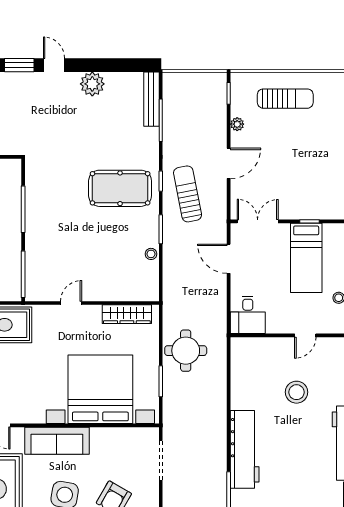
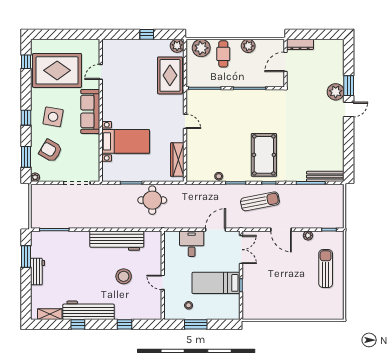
plant: (92, 84) -> (336, 92), moved
sun lounger: (285, 99) -> (326, 269), turned 180
desk: (248, 315) -> (192, 244), moved, turned 90
bed with nightstands: (100, 389) -> (126, 141), width x0.54
workbench: (245, 449) -> (117, 241), moved

